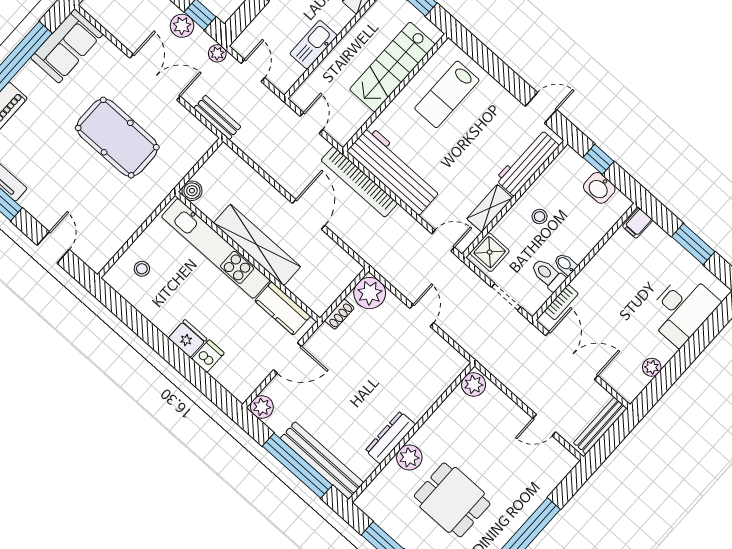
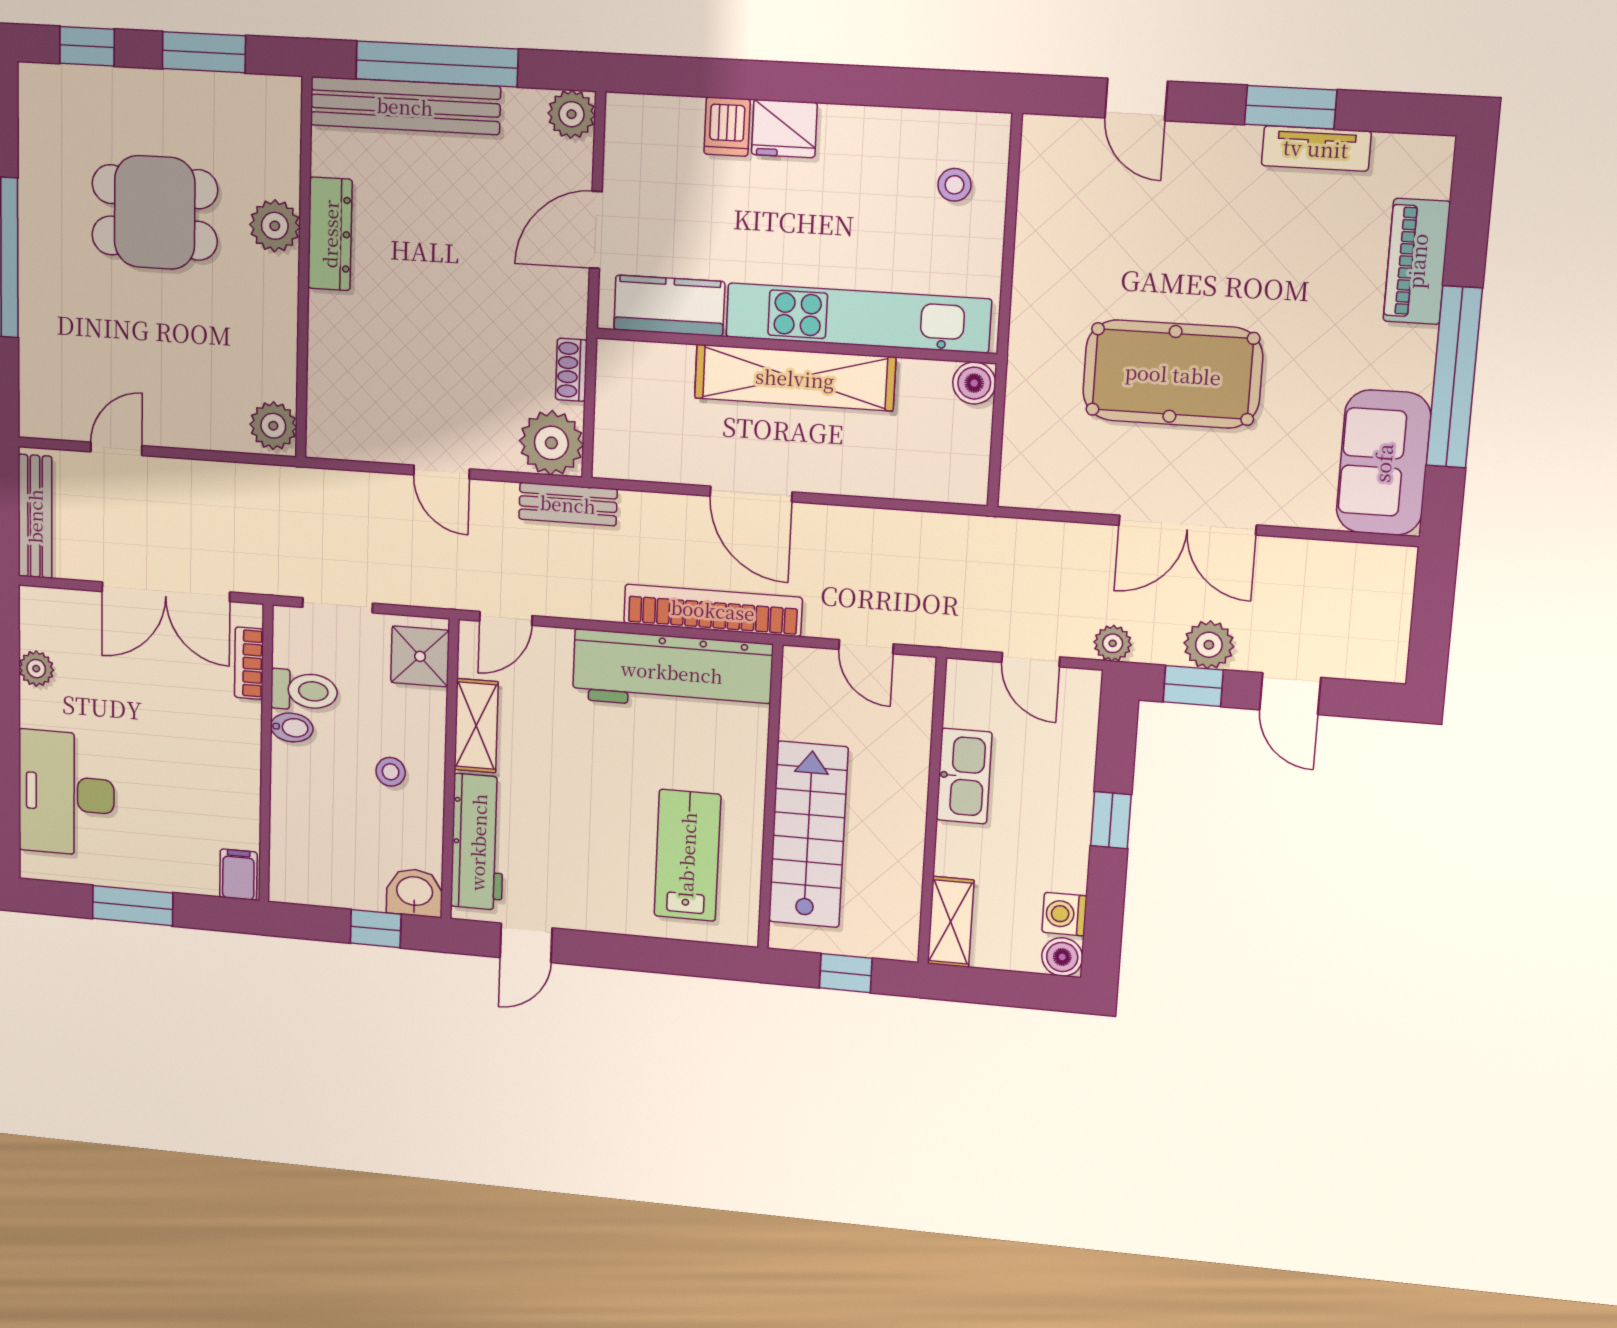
bench: (217, 118) -> (568, 504), moved
washbasin: (599, 188) -> (415, 892), moved

